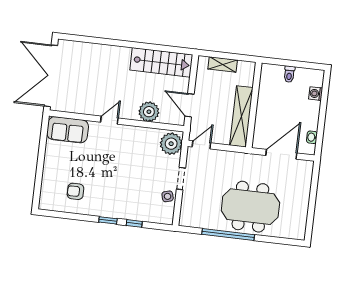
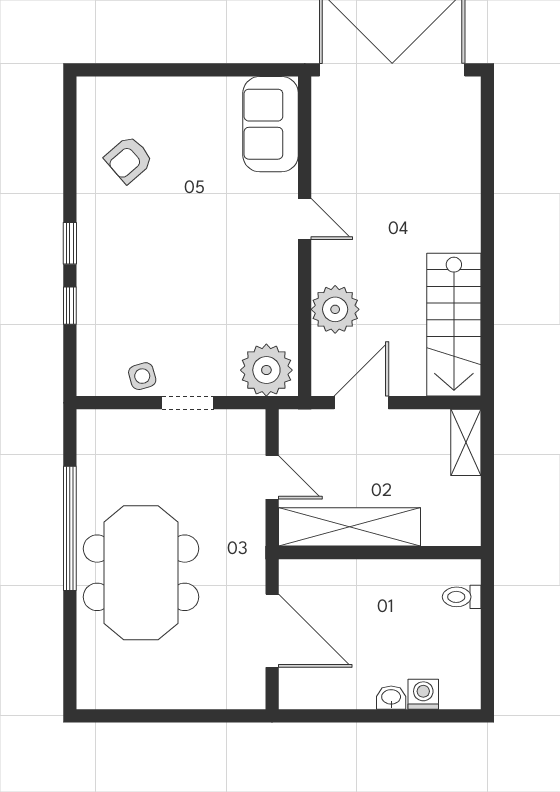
shelving: (223, 64) -> (466, 442), moved
toilet: (289, 74) -> (462, 597), moved
washbasin: (312, 137) -> (391, 698), moved
door: (201, 145) -> (272, 477), moved
armchair: (75, 191) -> (129, 159), turned -131

